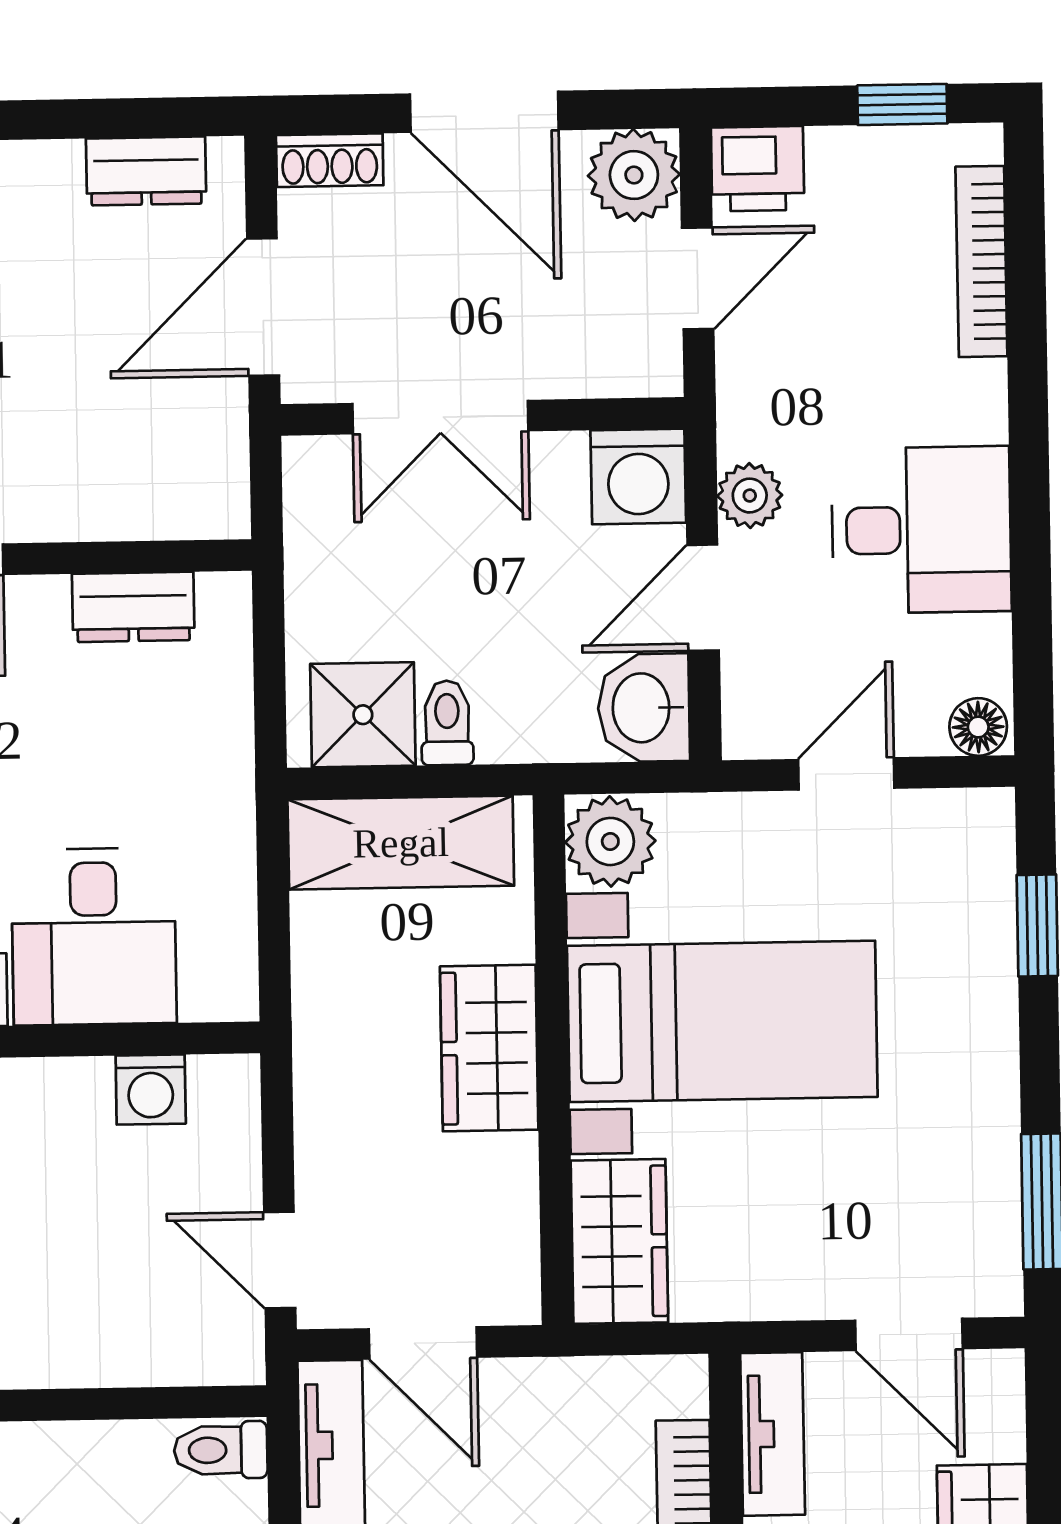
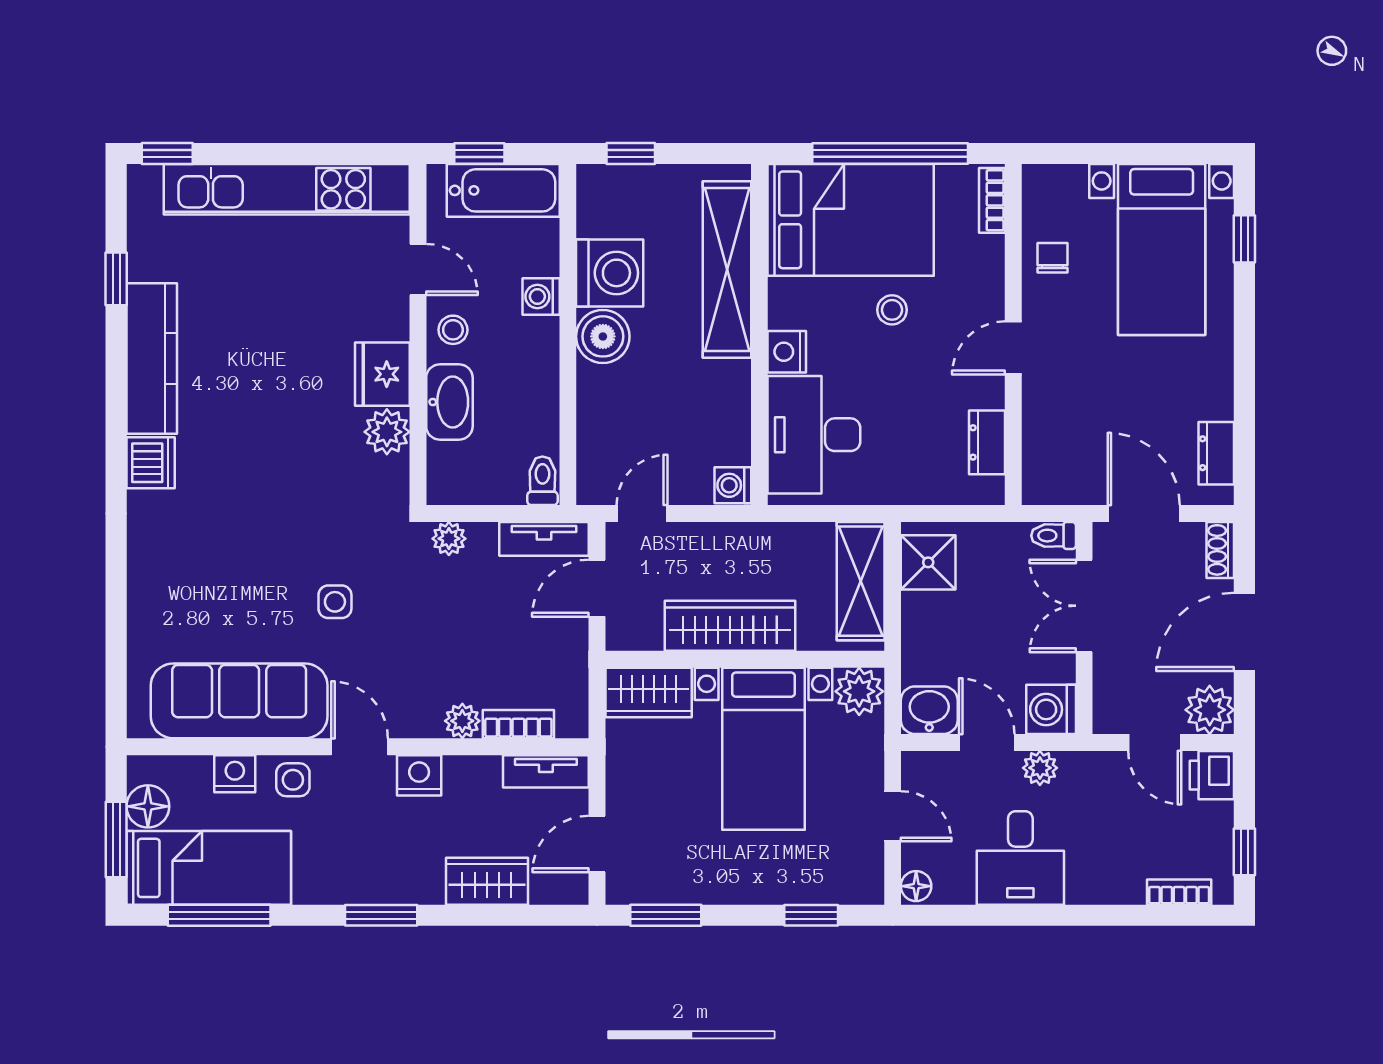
bookcase: (981, 261) -> (1179, 892), width x0.64
toilet: (447, 723) -> (1054, 536), moved, turned 180
desk: (94, 936) -> (814, 435), width x1.37
wardrobe: (489, 1048) -> (730, 626), width x1.50
washing machine: (151, 1090) -> (733, 485), moved

